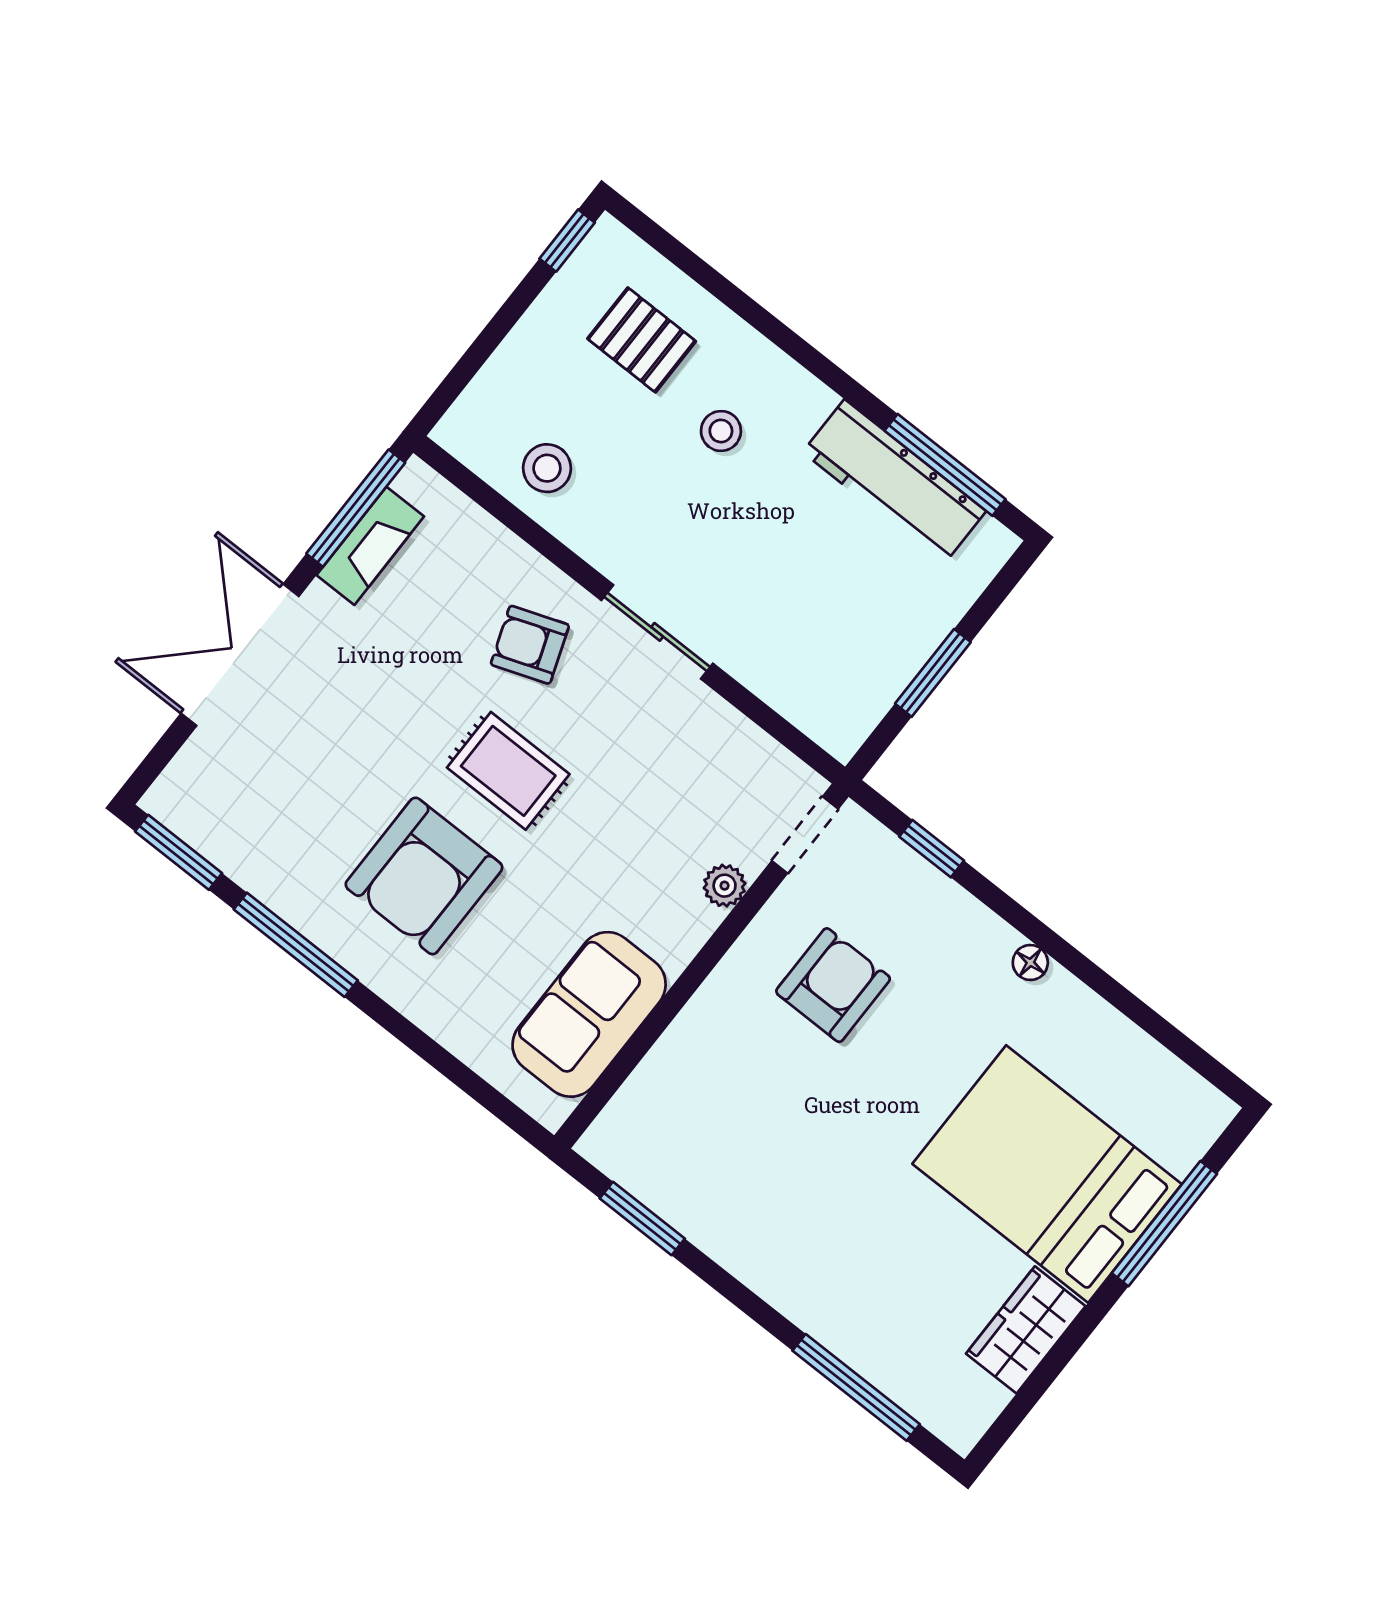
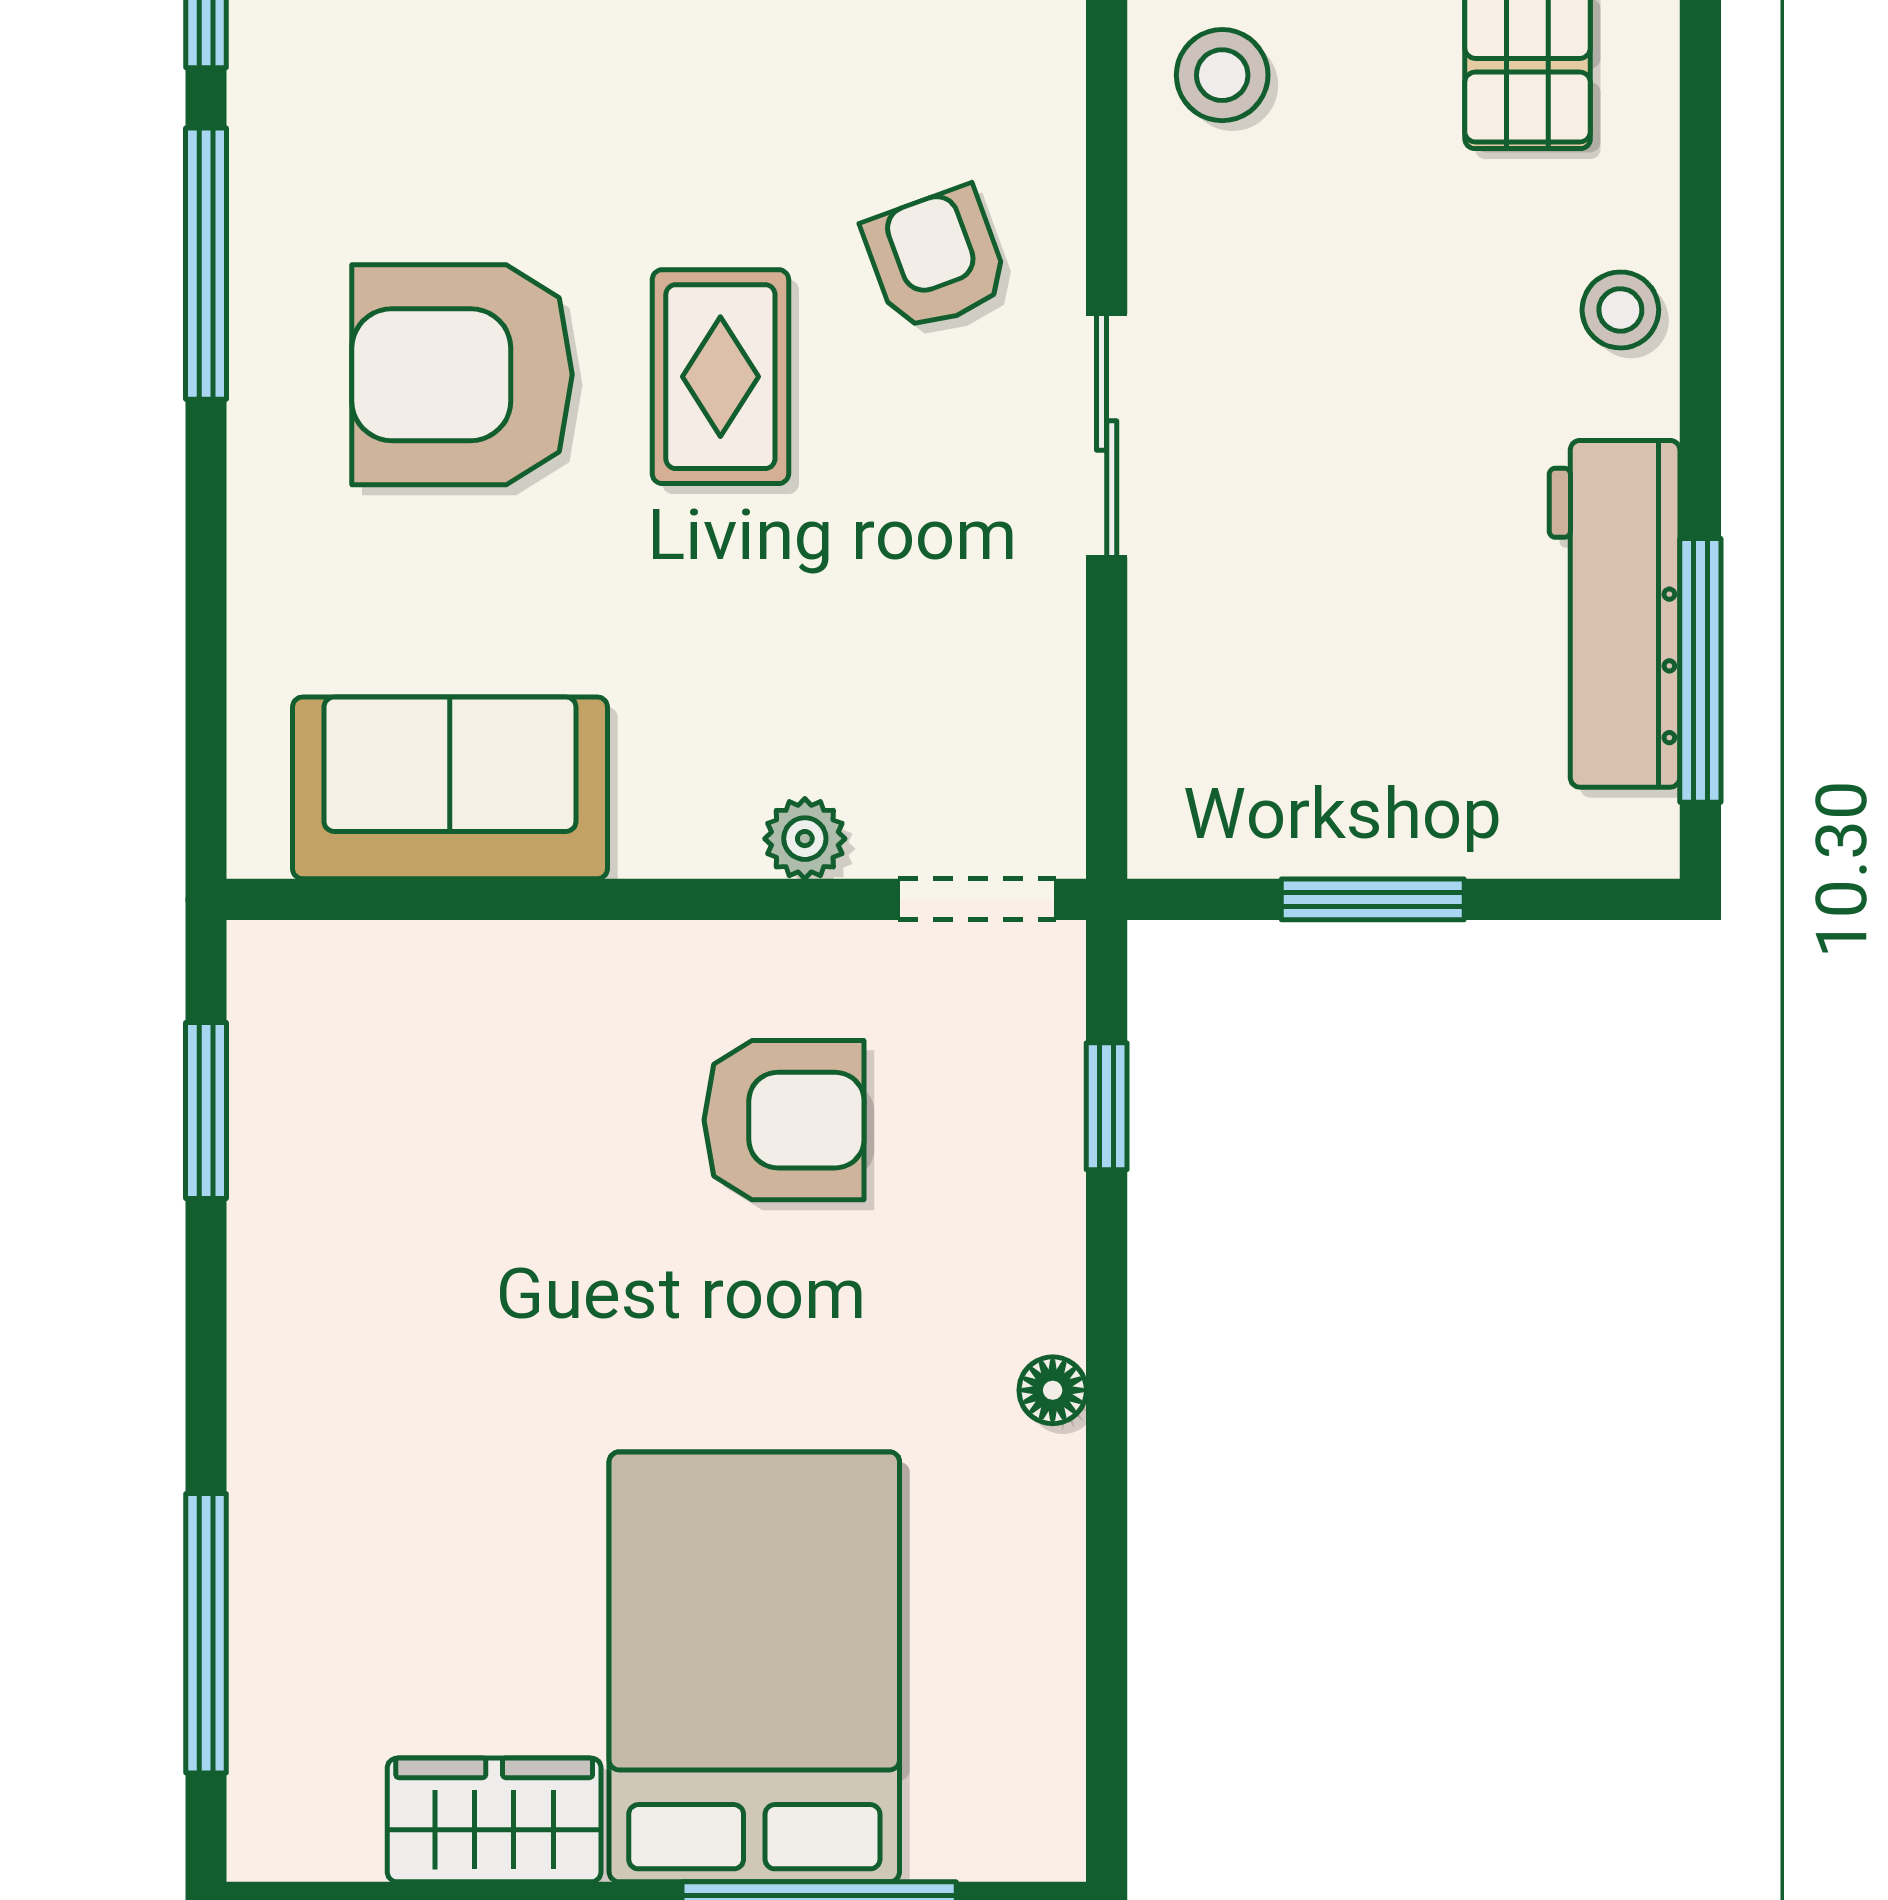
stool: (721, 431) -> (1620, 310), moved

